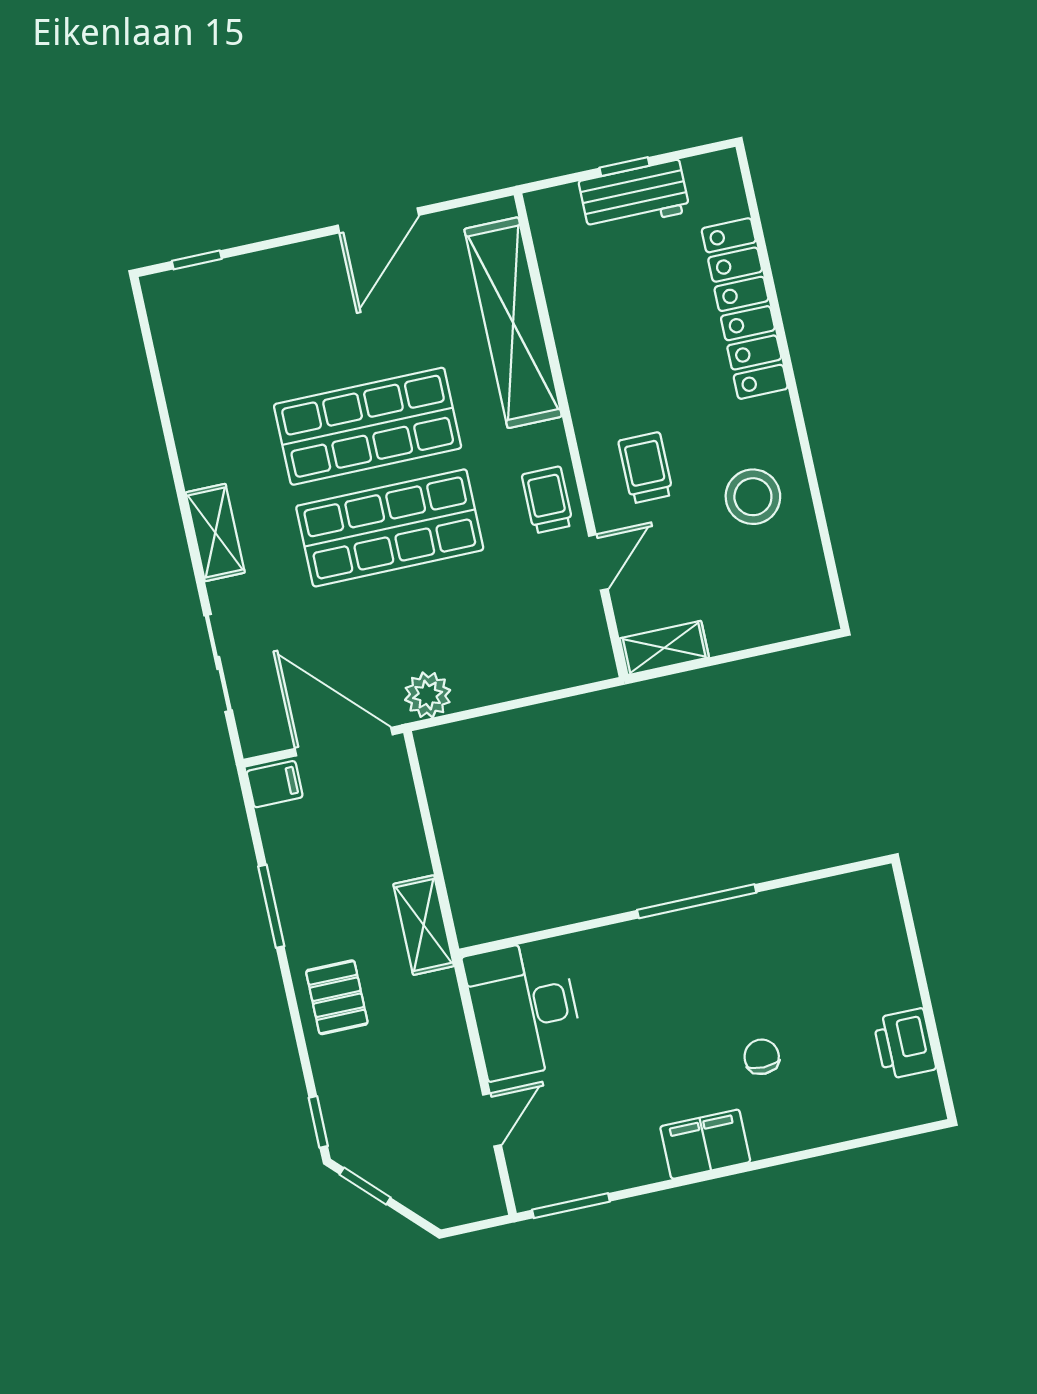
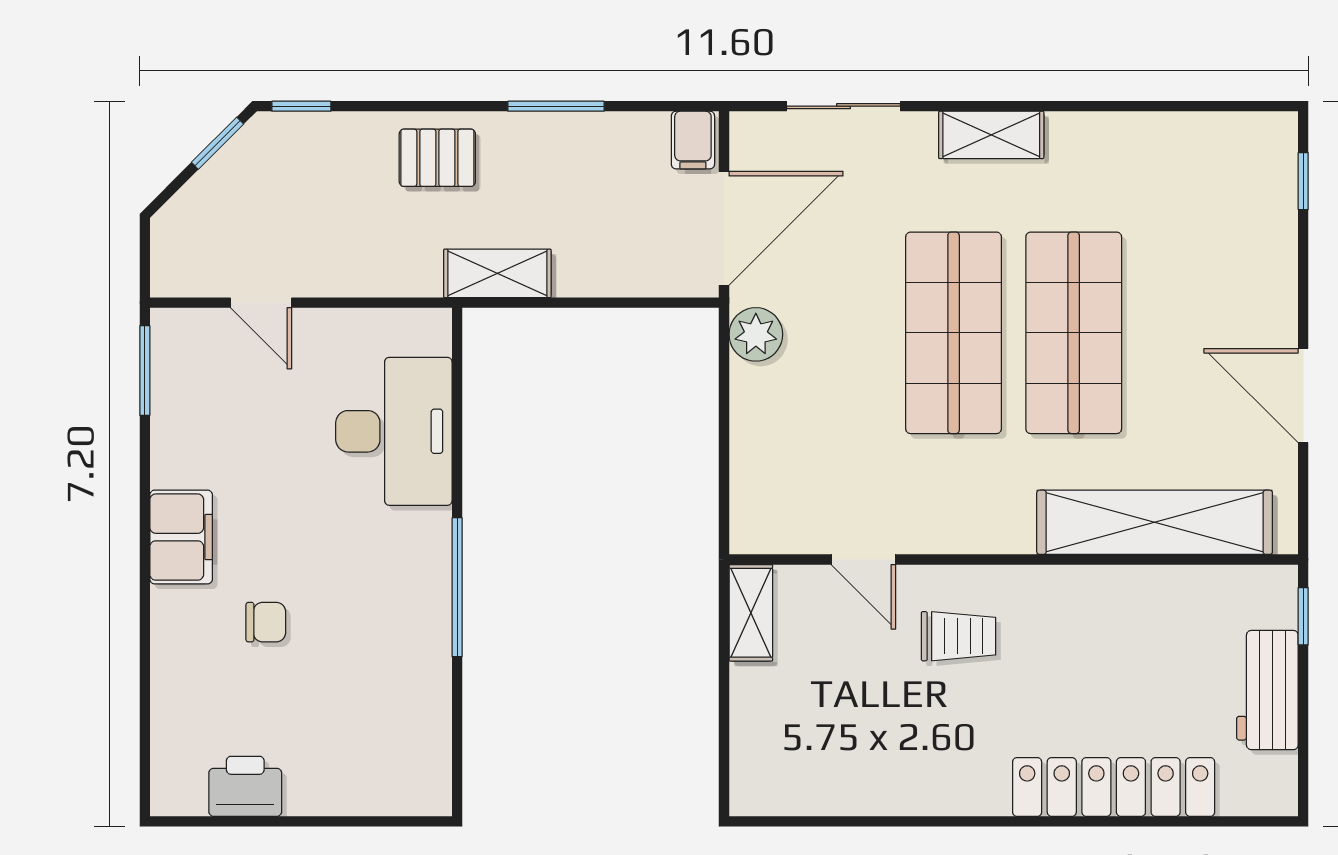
window: (625, 167) -> (1303, 616), moved
stool: (753, 497) -> (899, 750), removed
trolley: (547, 500) -> (946, 517), removed
desk: (524, 1009) -> (394, 431), moved, turned 90

